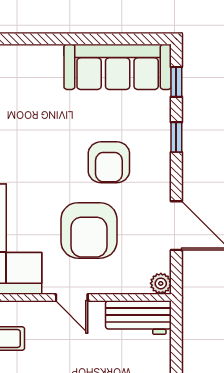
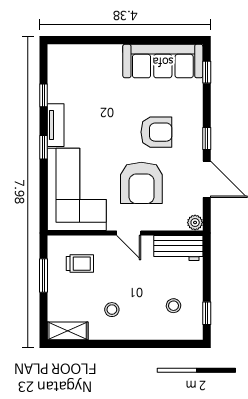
window: (176, 137) -> (207, 138), moved
armchair: (109, 162) -> (156, 132), turned -90

